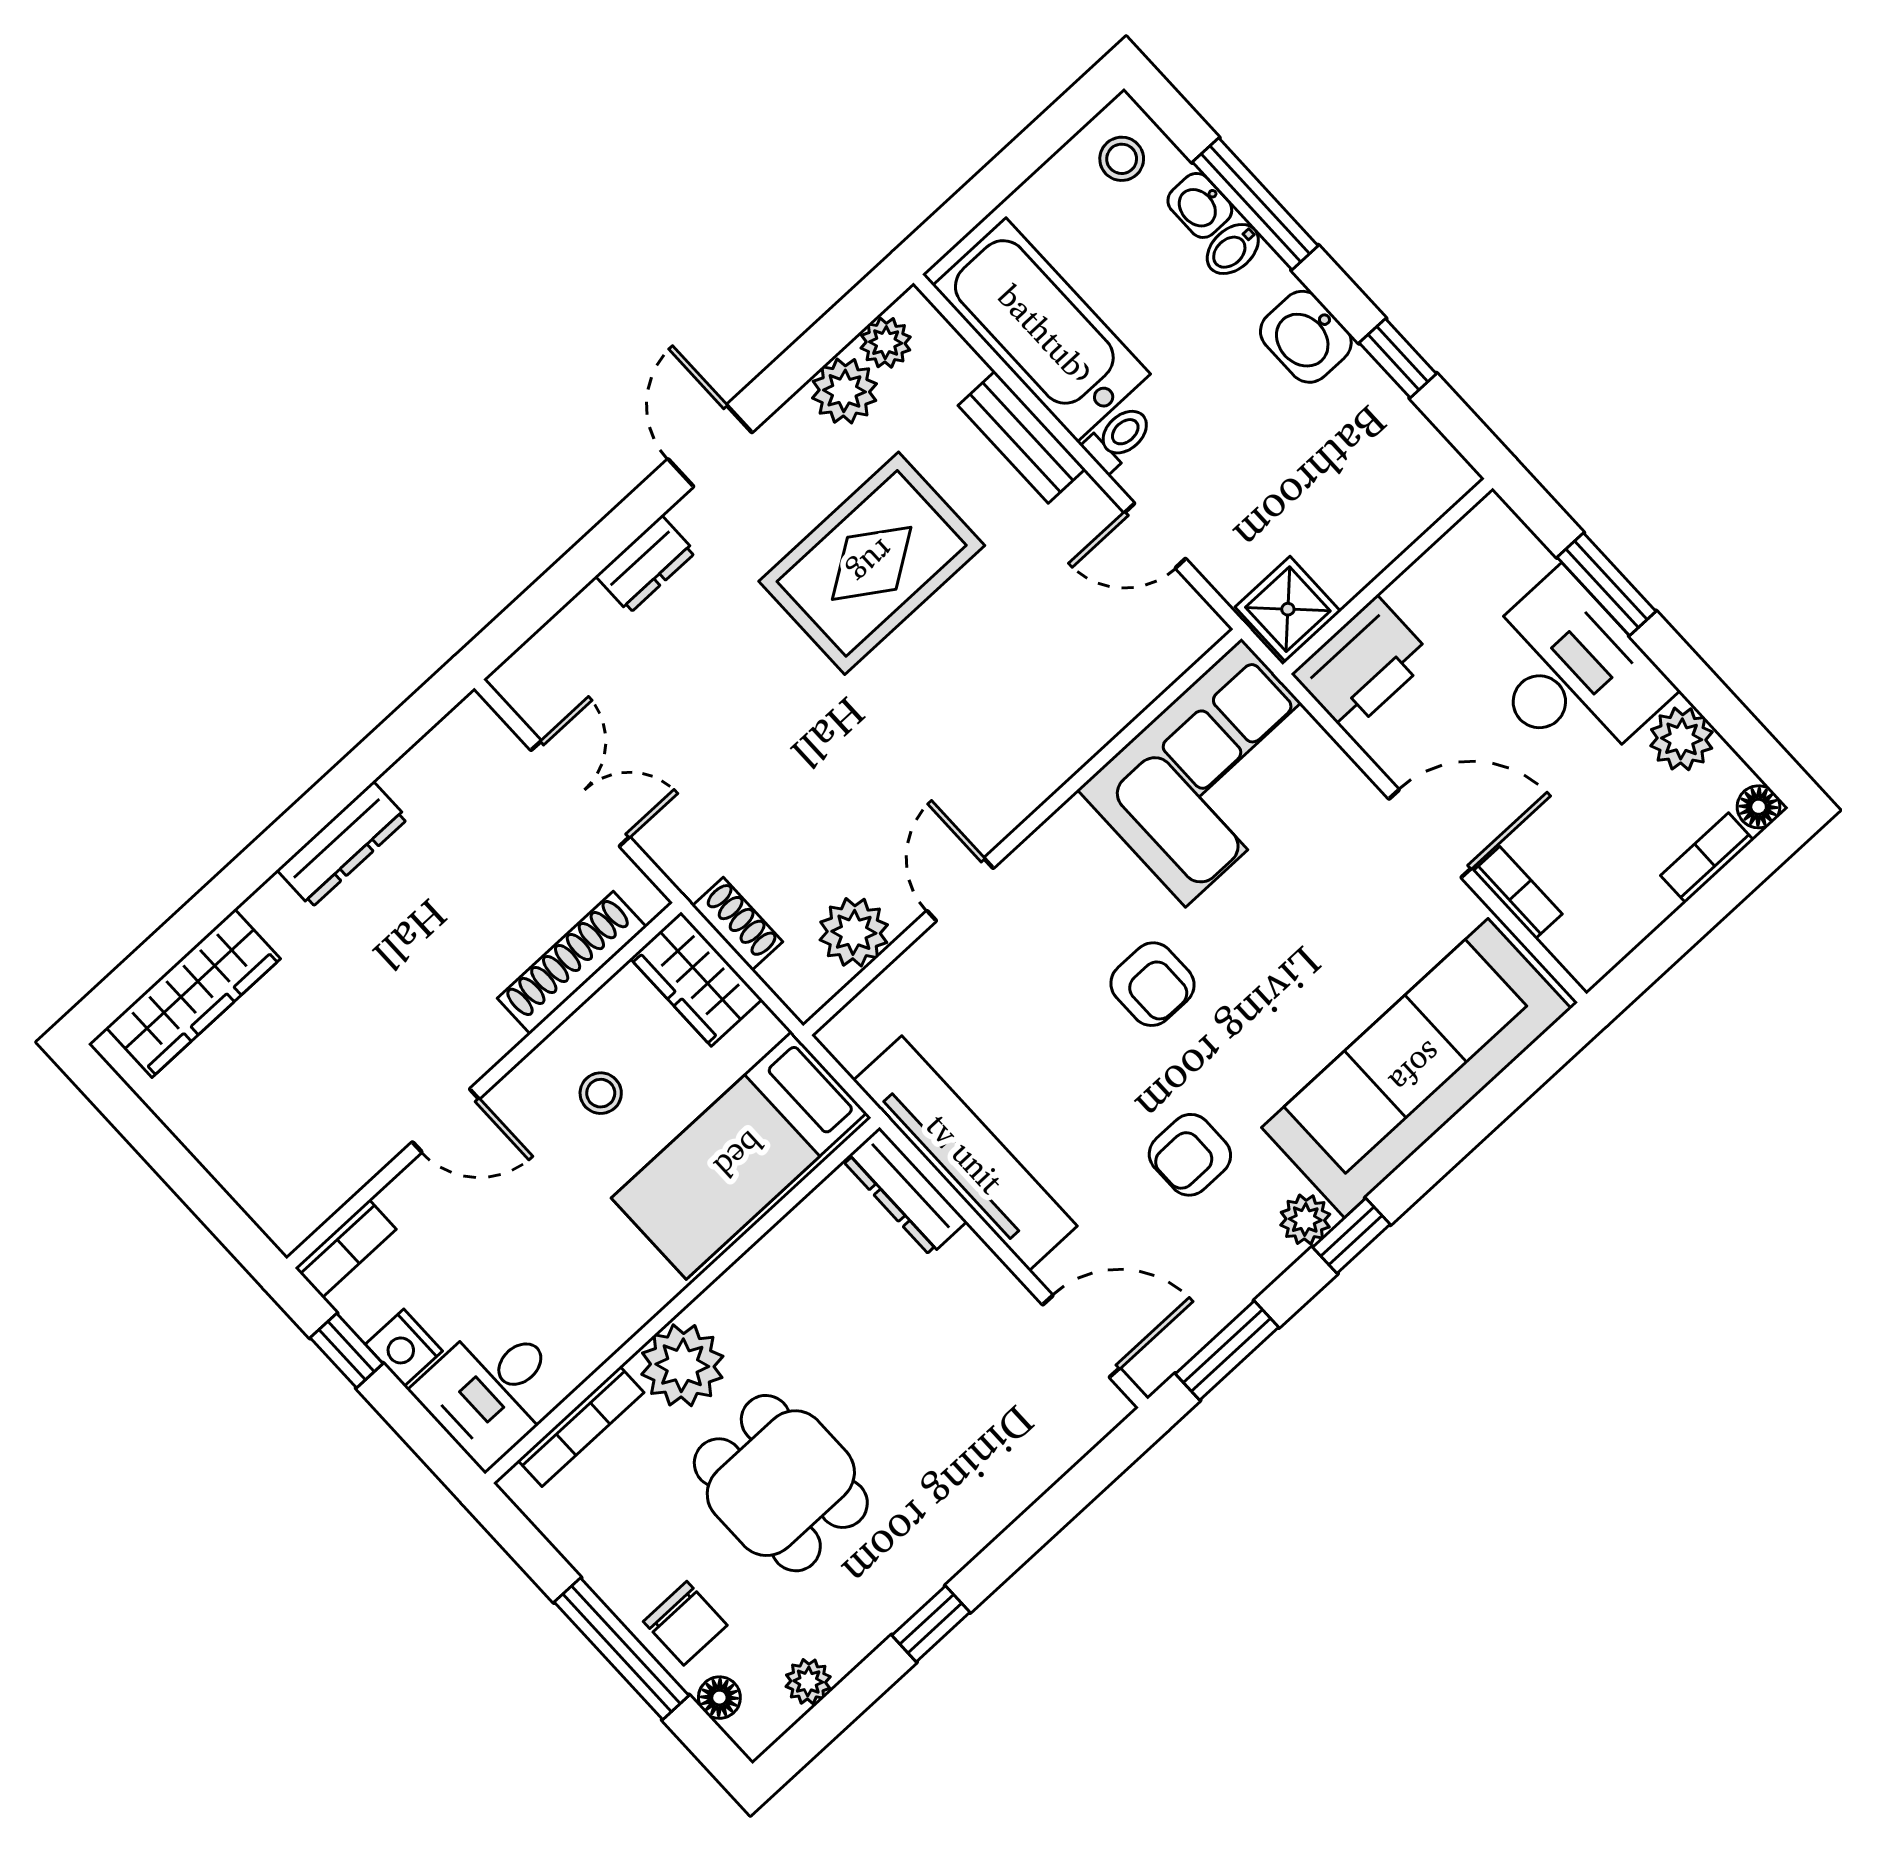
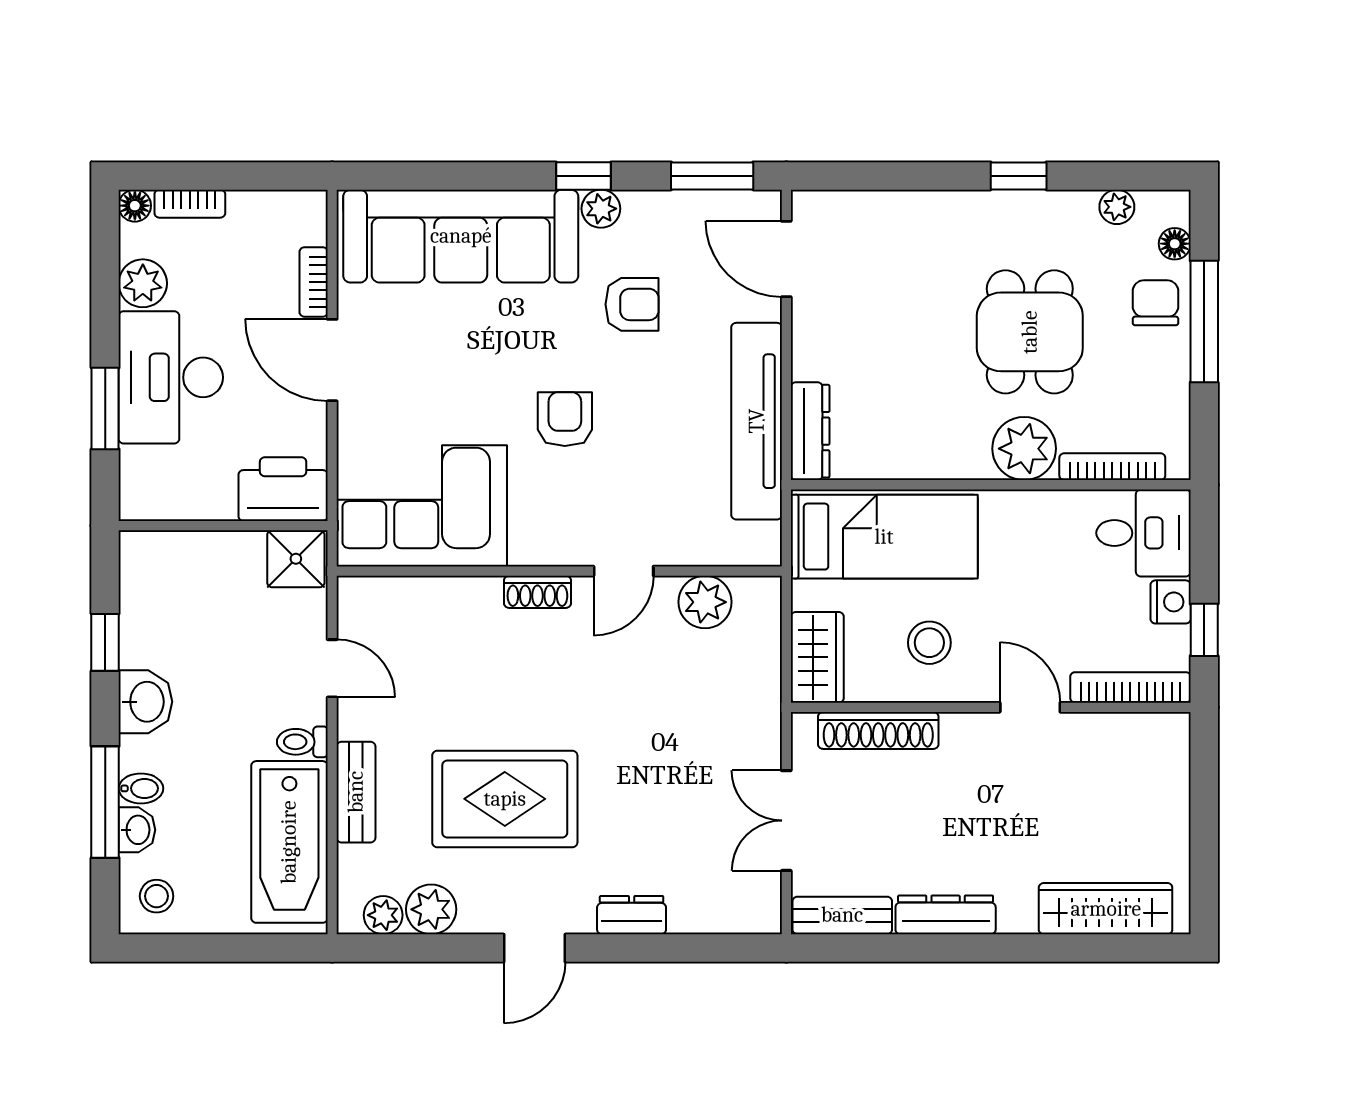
bench: (442, 752) -> (842, 915), added
shoe rack: (738, 924) -> (537, 592), moved, turned -90
stool: (601, 1093) -> (929, 643), width x1.37, depth x1.37
bookcase: (346, 1249) -> (1130, 687), width x1.56

